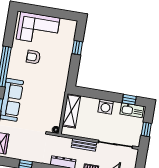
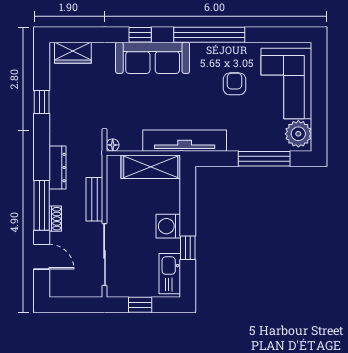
plant: (67, 27) -> (298, 134), added
window: (77, 48) -> (264, 159), width x2.17
tv unit: (60, 90) -> (185, 141), added
window: (129, 100) -> (188, 248), moved

